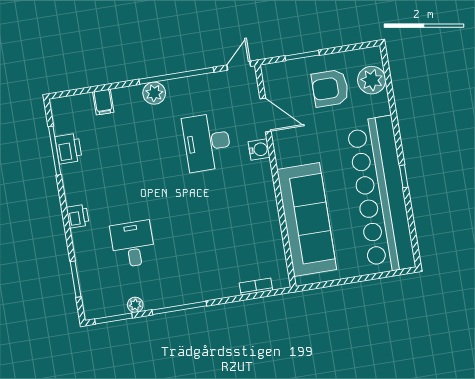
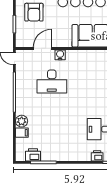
plant: (154, 93) -> (22, 121), moved
printer: (69, 149) -> (33, 155), moved
printer: (78, 216) -> (97, 156), moved

